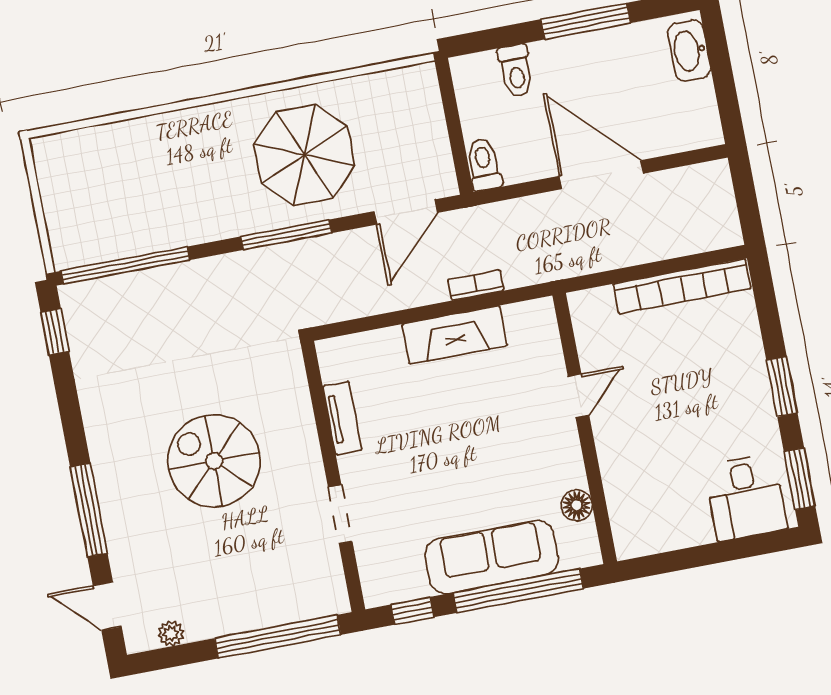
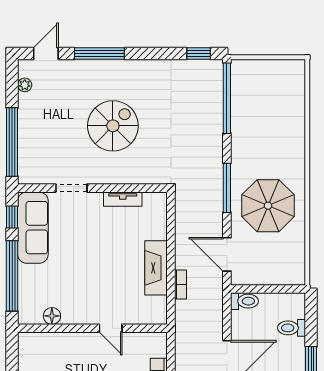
sofa: (492, 557) -> (33, 228), moved

